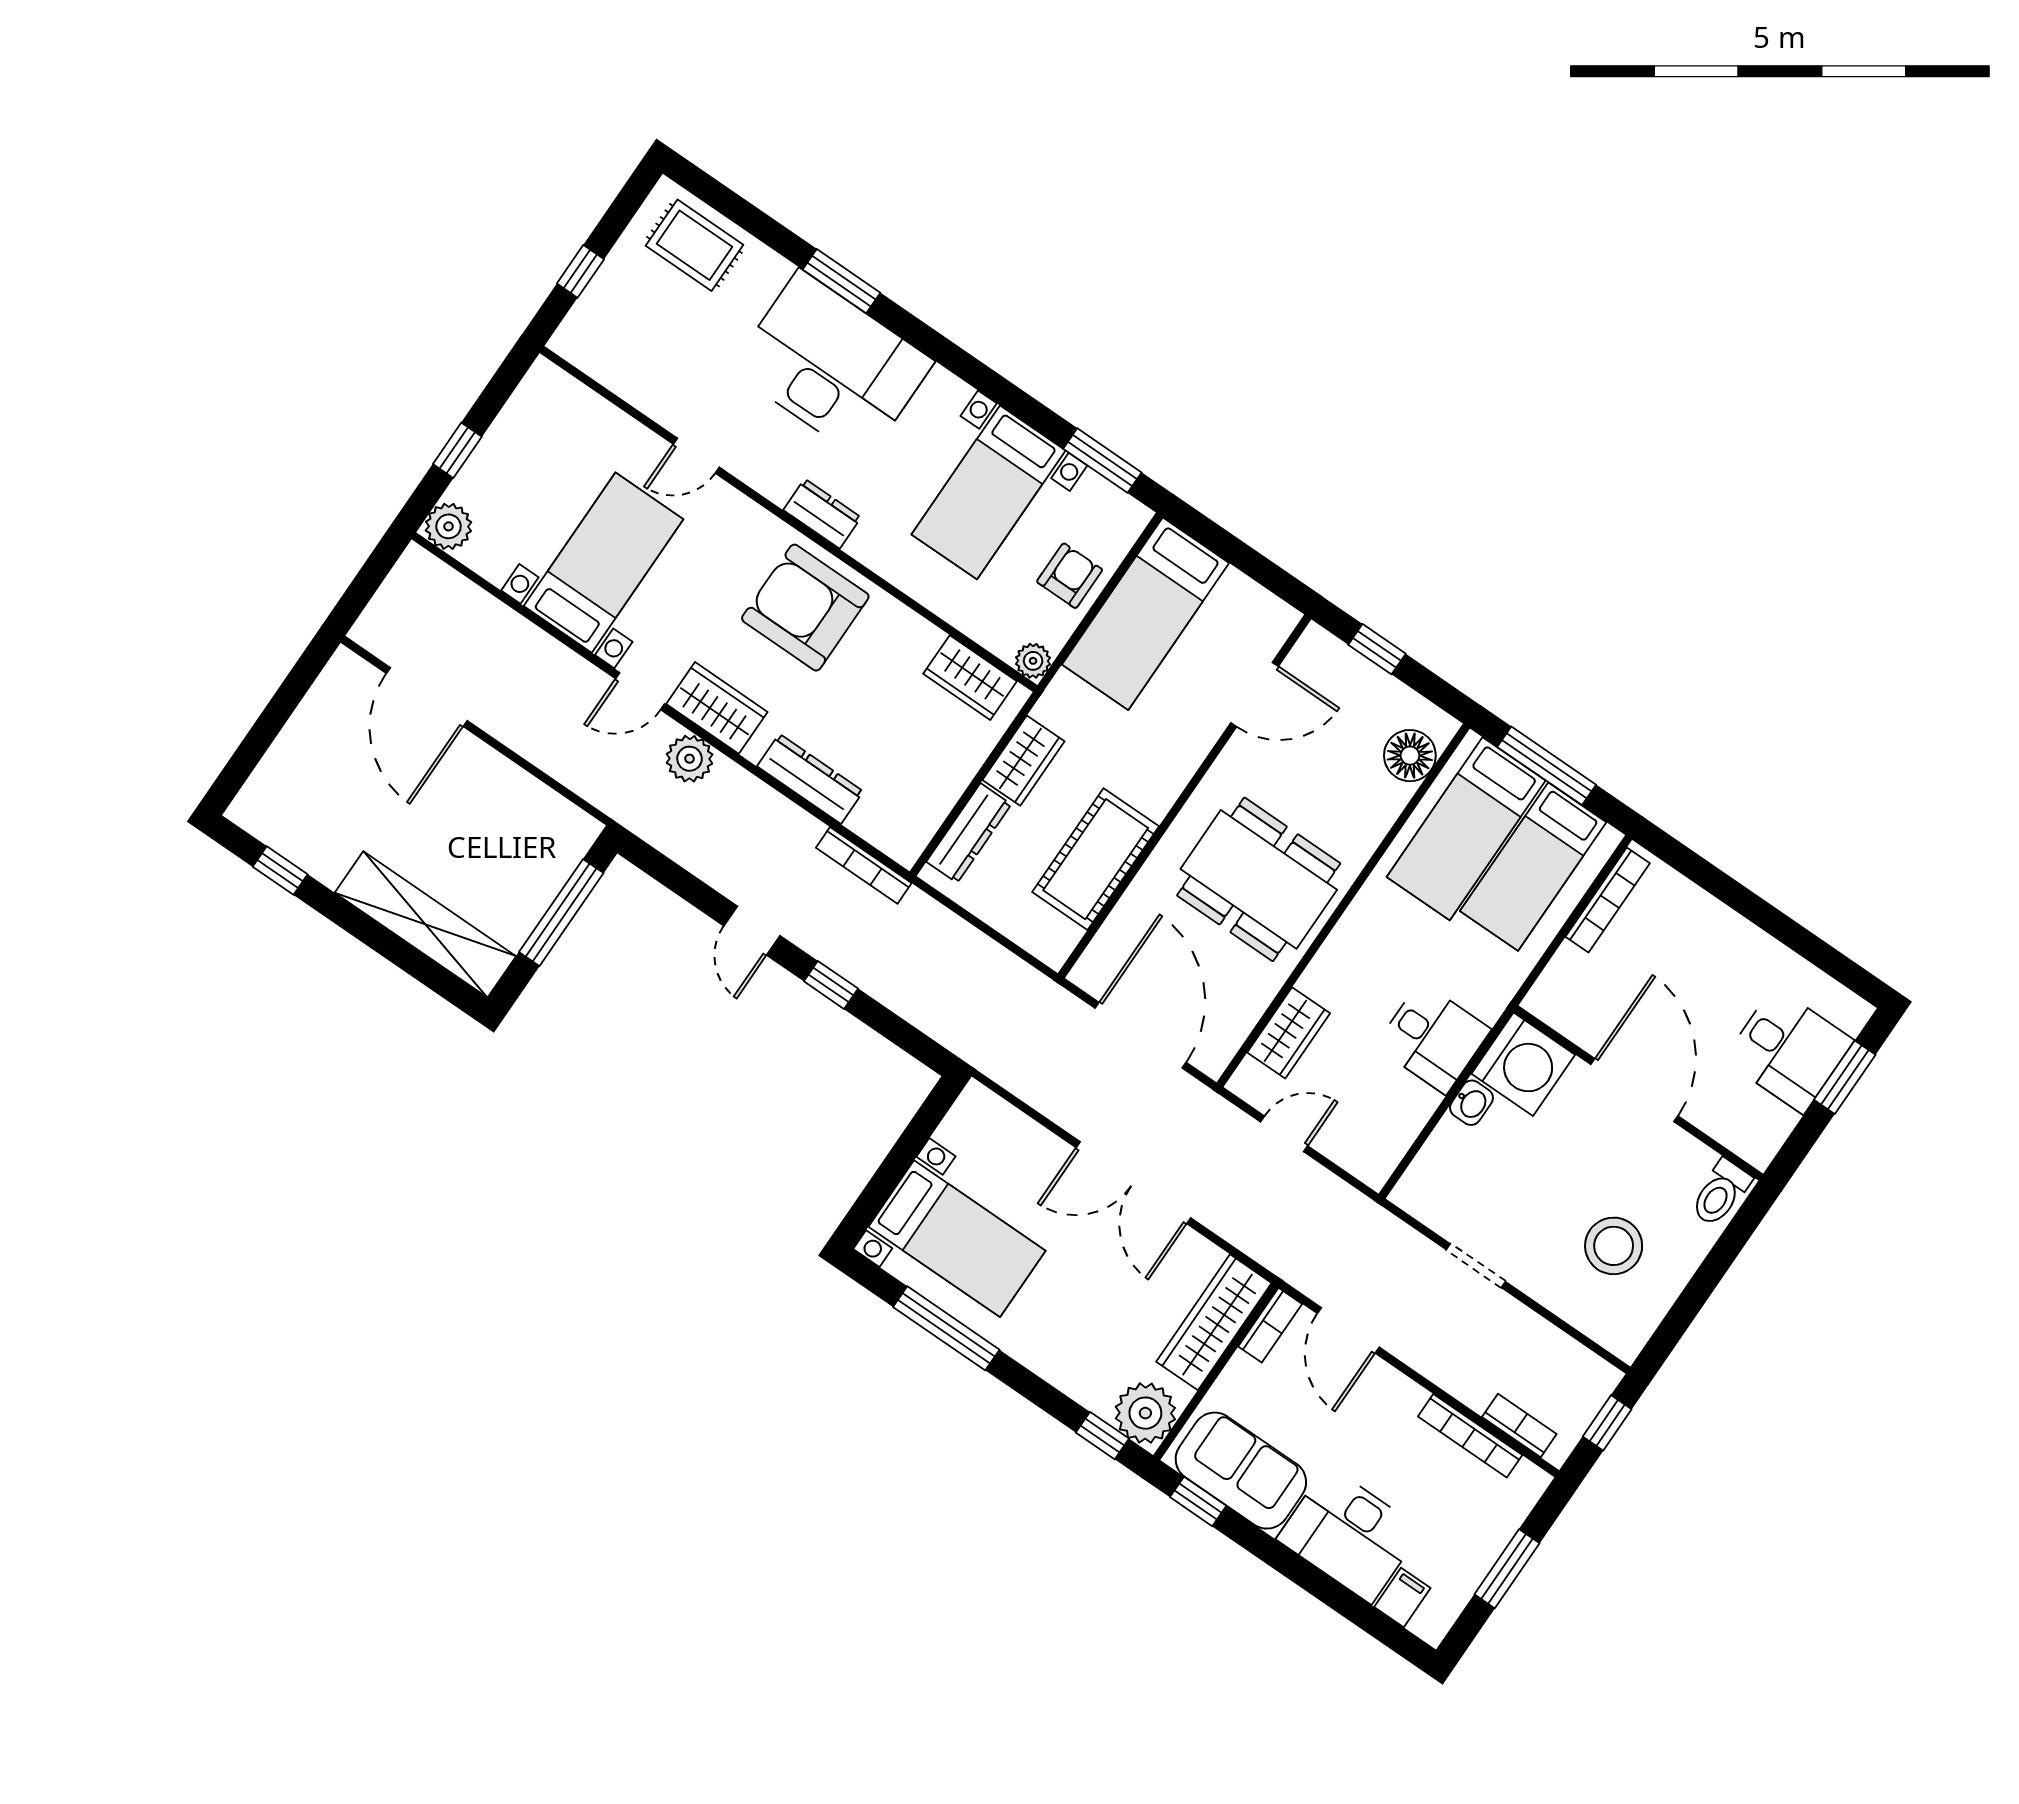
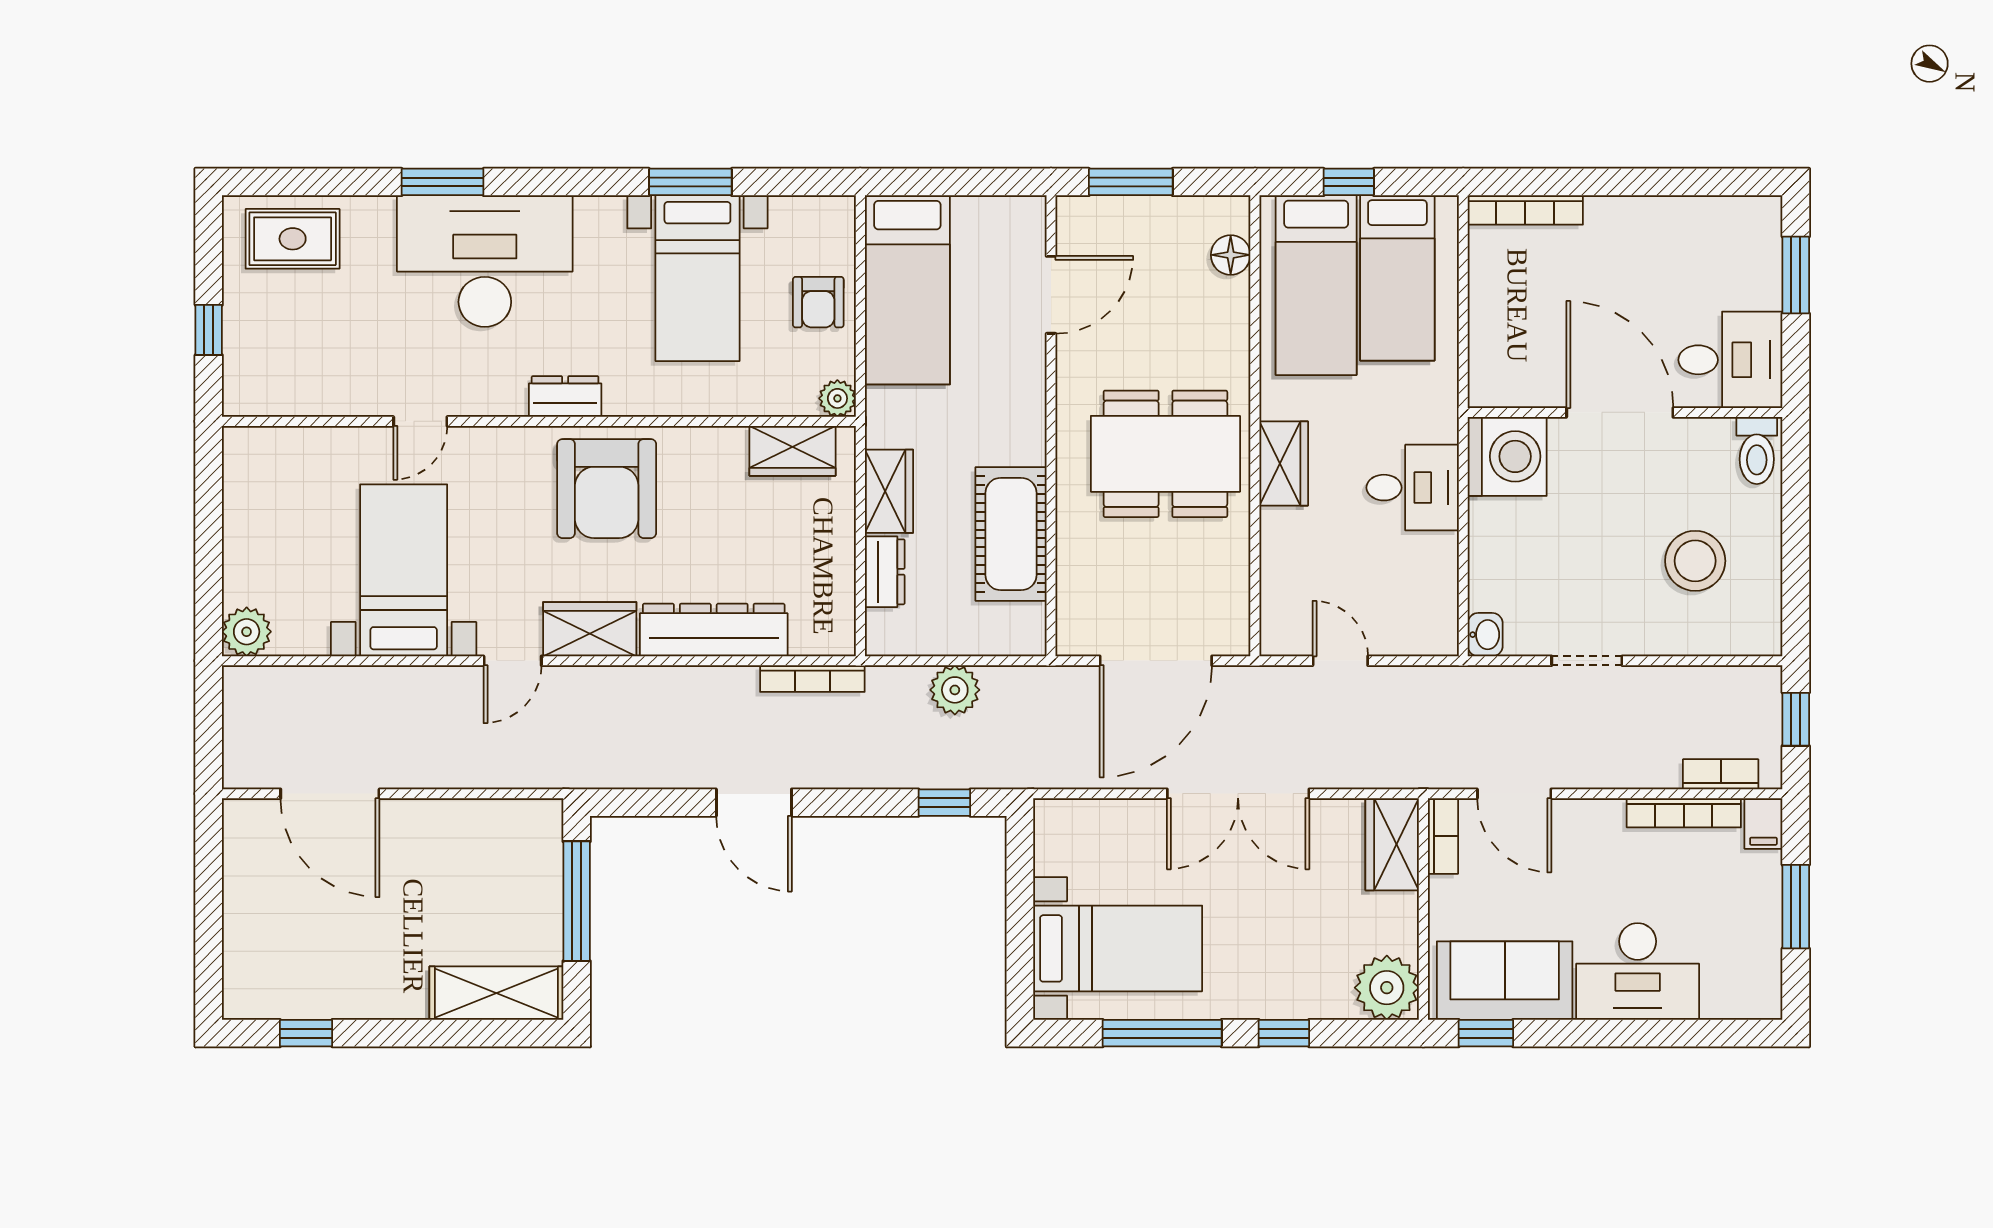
window: (457, 450) -> (209, 560), removed
window: (1102, 461) -> (690, 182), moved
armchair: (1070, 576) -> (818, 302), turned 180
armchair: (805, 608) -> (607, 489), turned -90
window: (1377, 649) -> (1131, 182), width x1.50
floor lamp: (1410, 756) -> (1231, 255), width x0.73, depth x0.73
plant: (690, 759) -> (955, 690), moved
window: (1547, 766) -> (1349, 182), width x0.46
dresser: (810, 779) -> (714, 630), width x1.37, depth x1.24
dresser: (969, 833) -> (885, 572), width x0.70
bookcase: (1608, 900) -> (1525, 210), moved, turned 90
shelving: (425, 924) -> (496, 993), width x0.68
door: (752, 931) -> (754, 803), width x1.38
window: (831, 985) -> (944, 803), moved
wardrobe: (1289, 1033) -> (1284, 464), moved
door: (1141, 1035) -> (1156, 661), swing flipped
desk: (1789, 1050) -> (1730, 360), moved
washbasin: (1471, 1103) -> (1485, 635), moved
door: (1284, 1134) -> (1340, 661), hinge flipped
wardrobe: (1214, 1322) -> (1392, 844), width x0.67
window: (1102, 1436) -> (1284, 1033), moved
filing cabinet: (1402, 1598) -> (1763, 823), moved, turned 180

